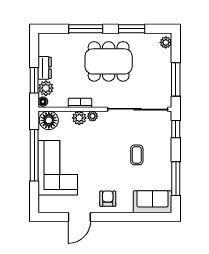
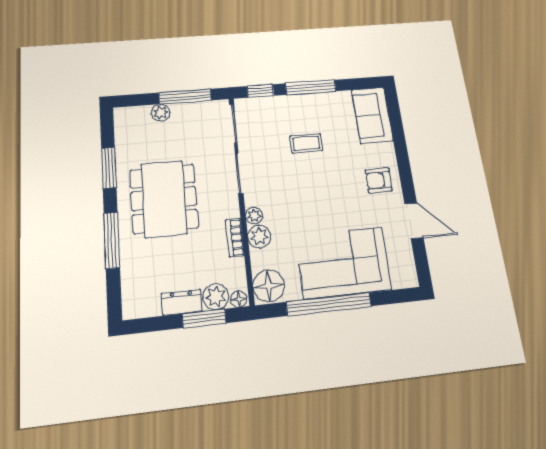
plant: (166, 42) -> (161, 113), moved
window: (176, 179) -> (311, 87), moved

